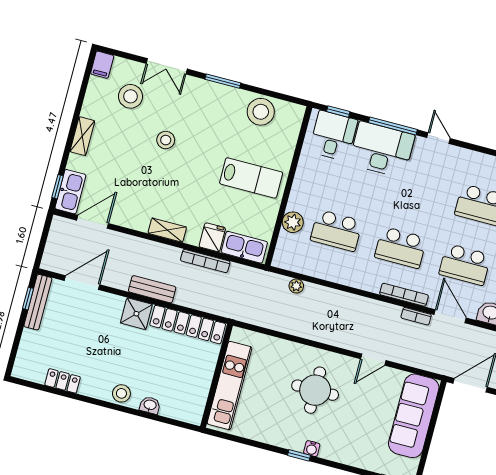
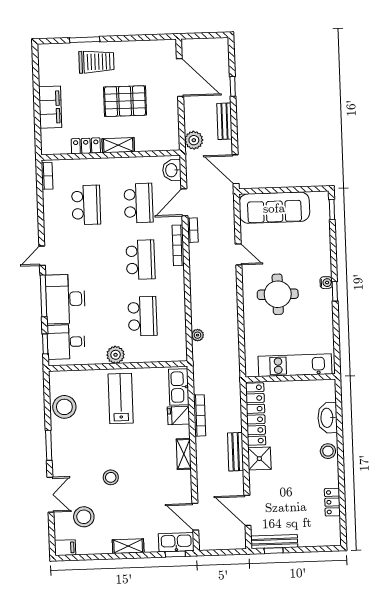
plant: (293, 222) -> (116, 355), moved
washbasin: (150, 405) -> (327, 418), width x1.91, depth x1.45

